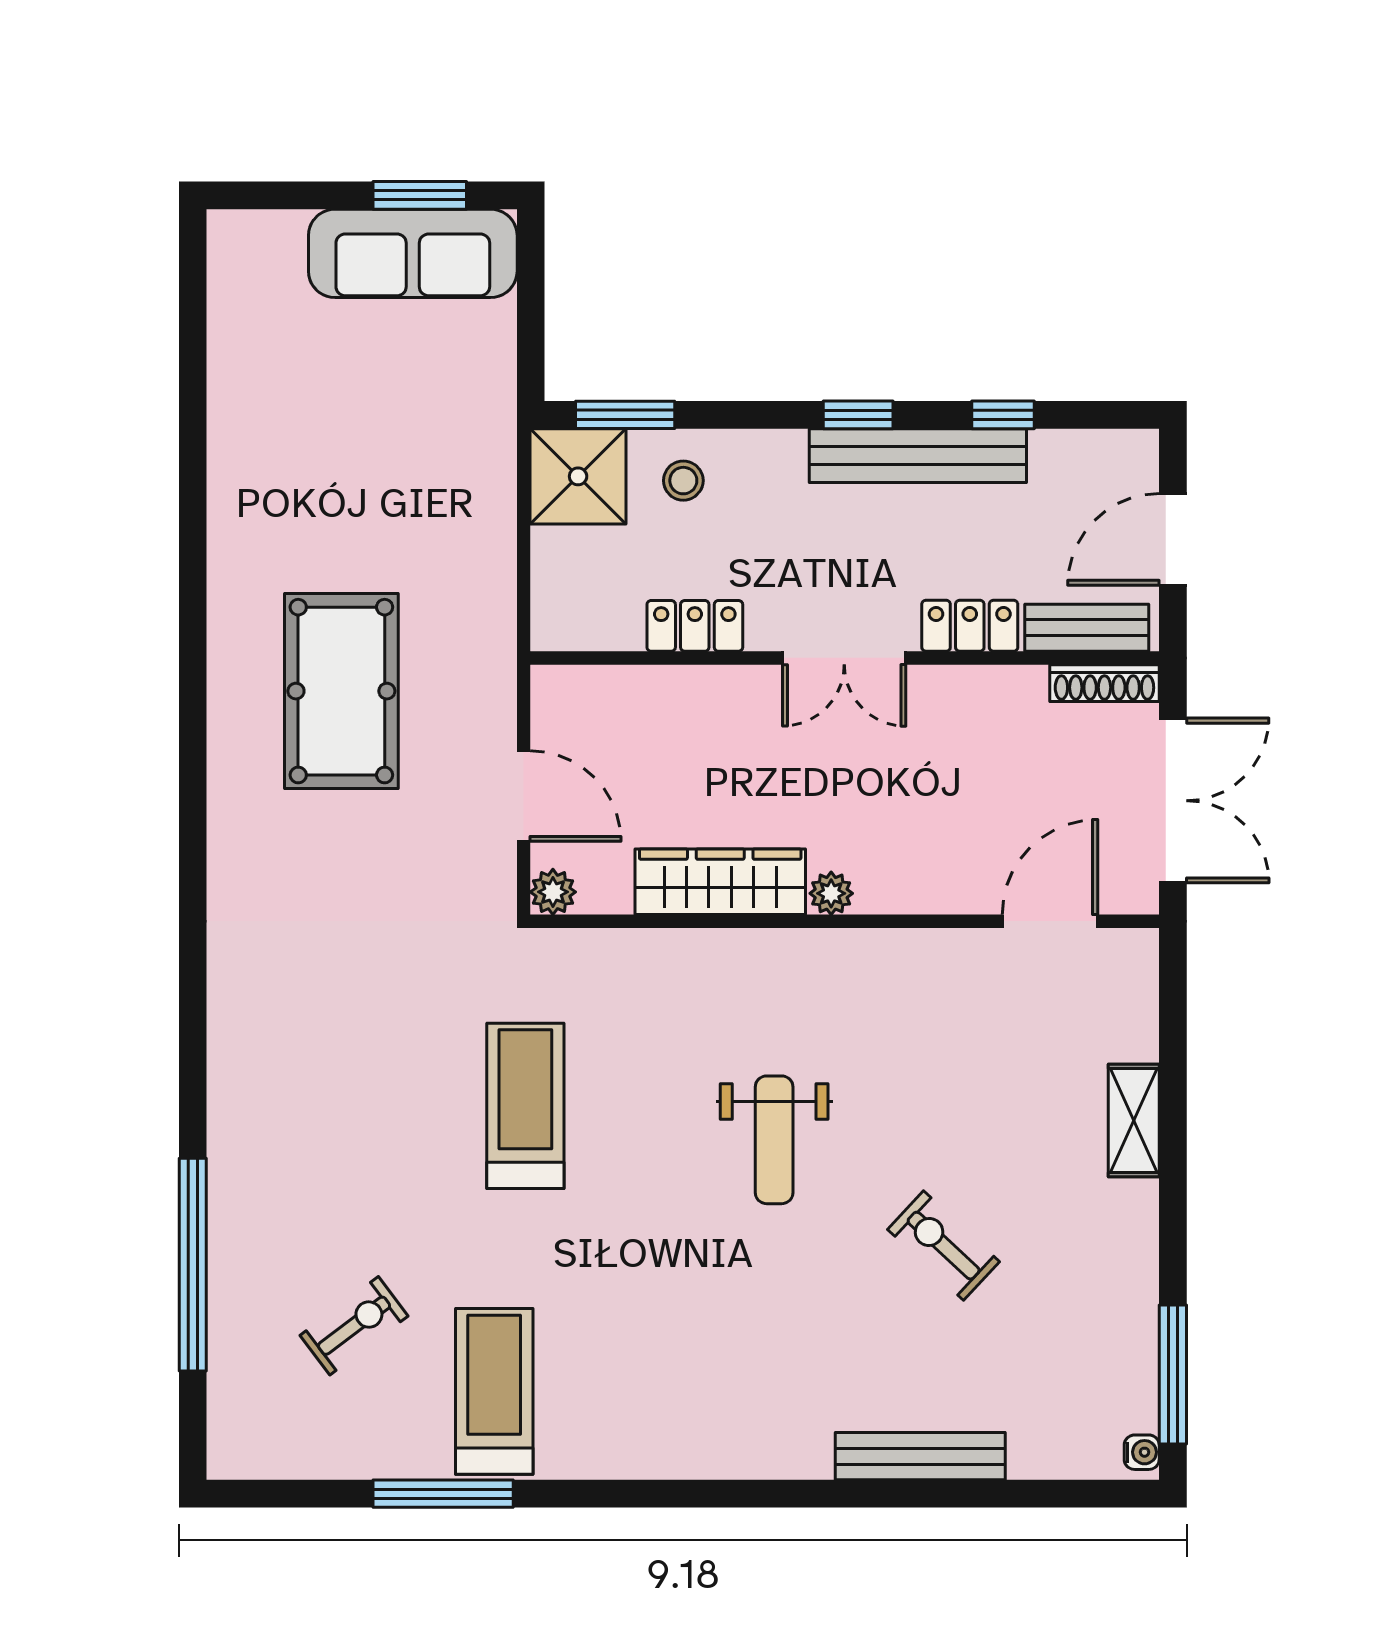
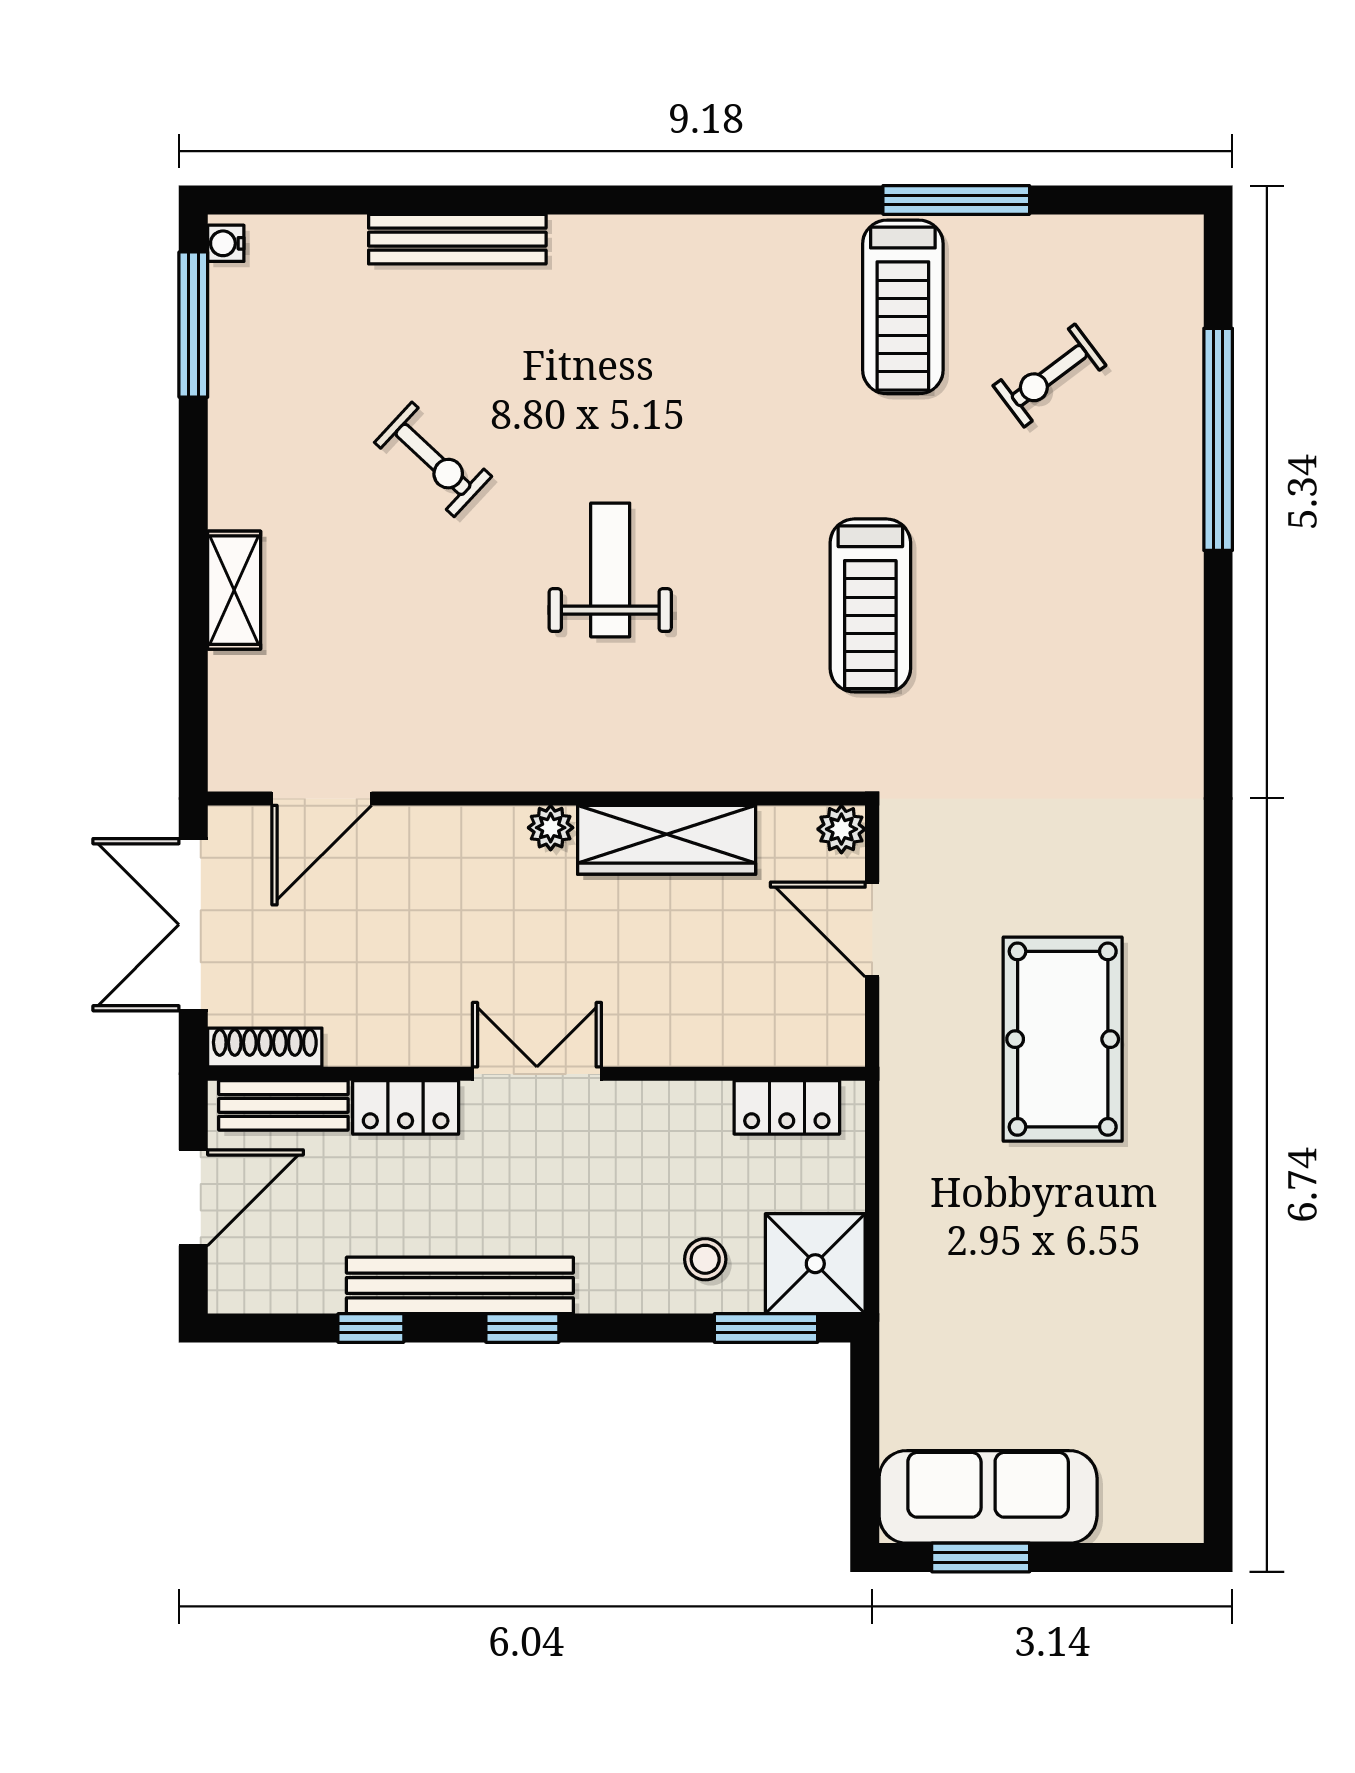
locker: (695, 626) -> (787, 1107), moved

